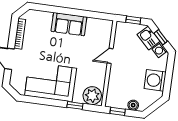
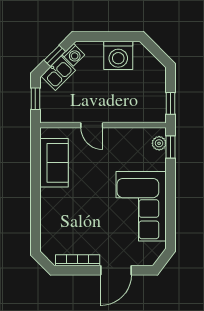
sofa: (69, 24) -> (54, 163), moved
plant: (92, 96) -> (159, 143), width x0.53, depth x0.53
window: (75, 105) -> (170, 147), moved
boiler: (133, 105) -> (159, 82), removed

